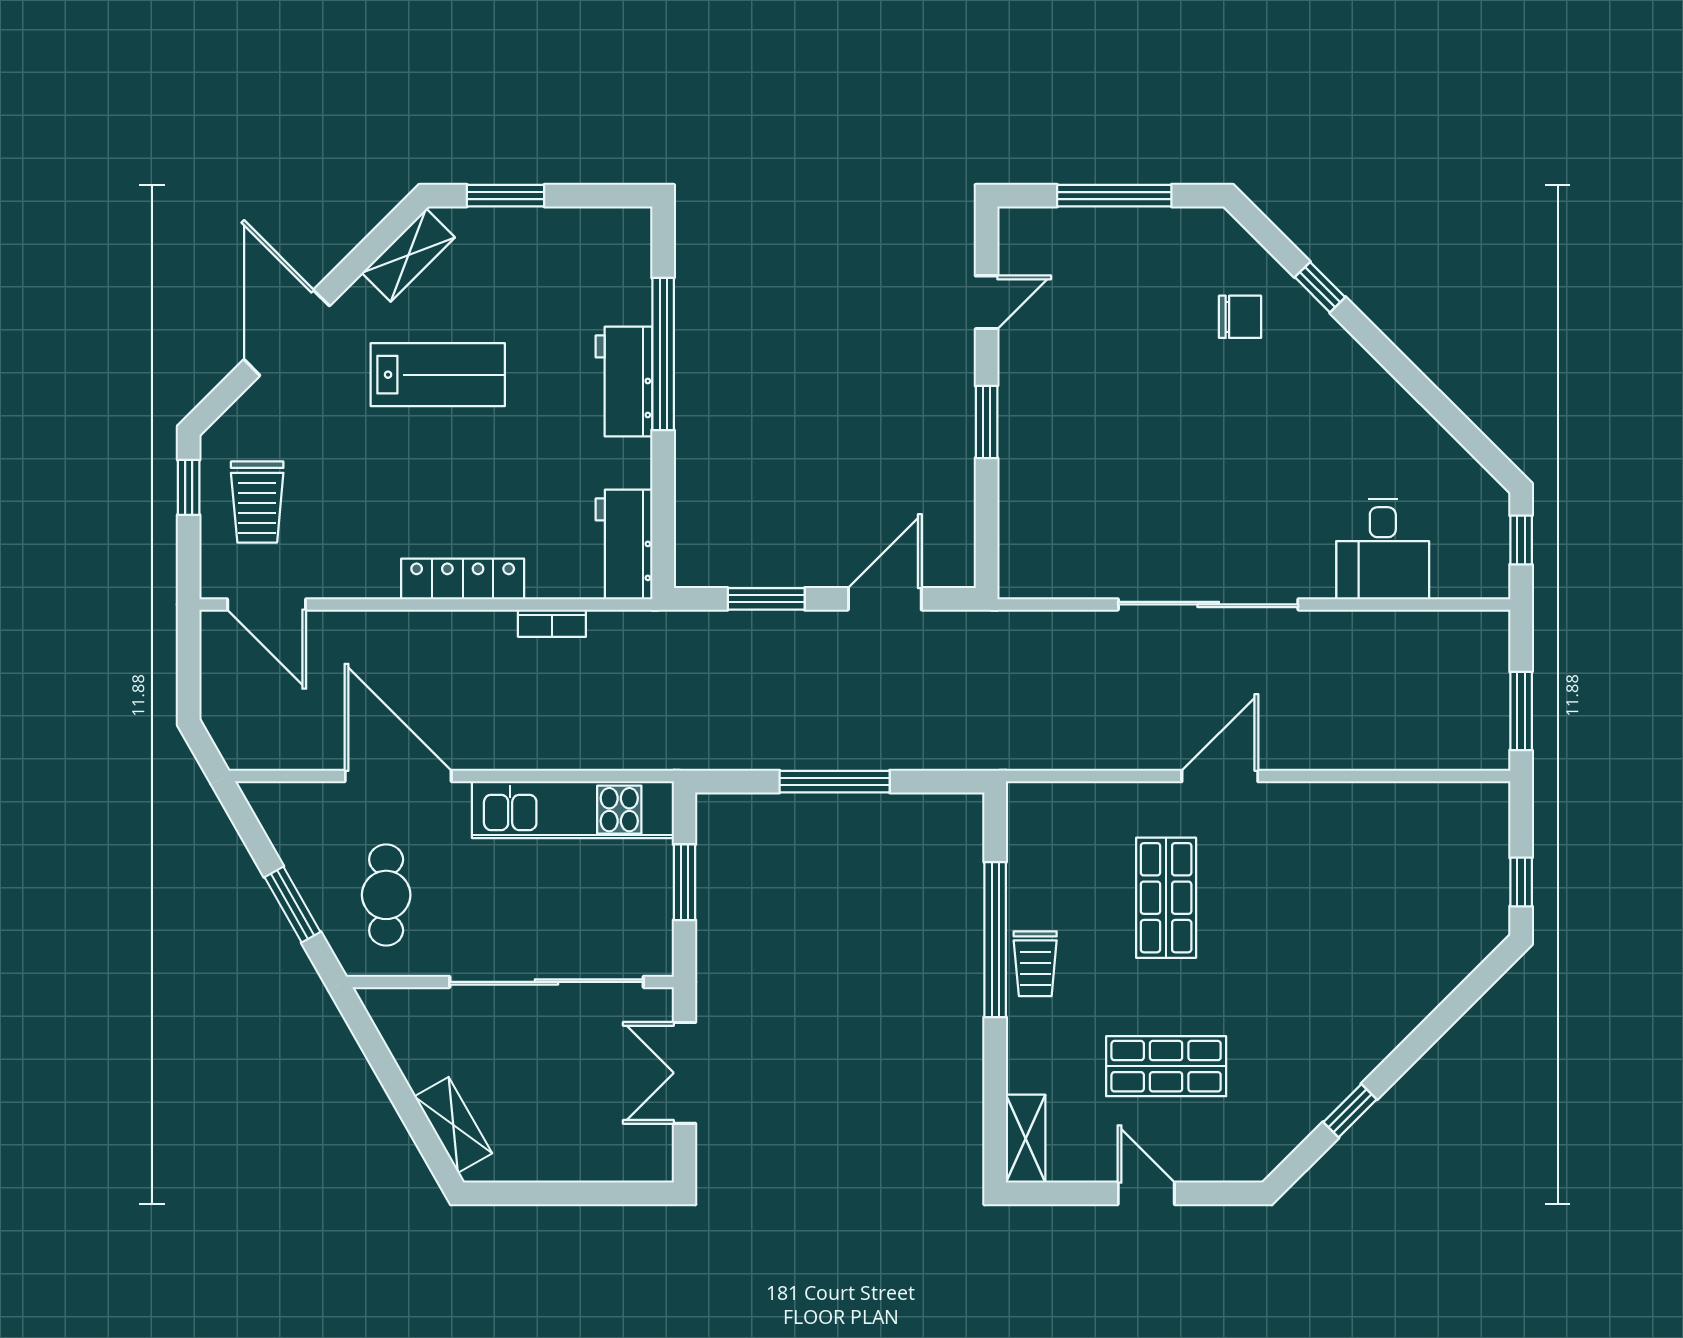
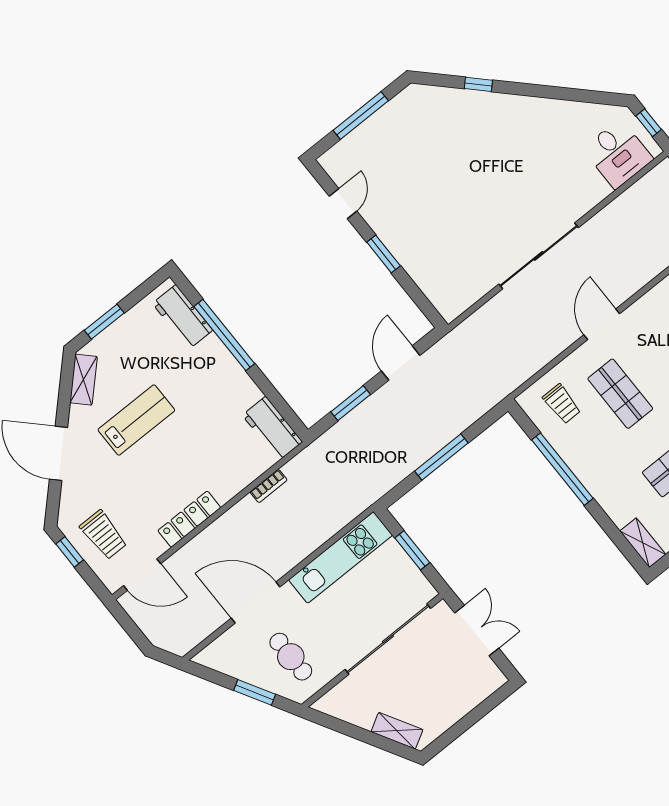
chair: (1240, 317) -> (455, 124), removed
workbench: (624, 382) -> (183, 317), moved
desk: (1383, 549) -> (618, 154), moved
locker: (463, 579) -> (189, 519), moved
trolley: (1035, 964) -> (562, 404), moved
double door: (685, 1073) -> (477, 631), swing flipped

